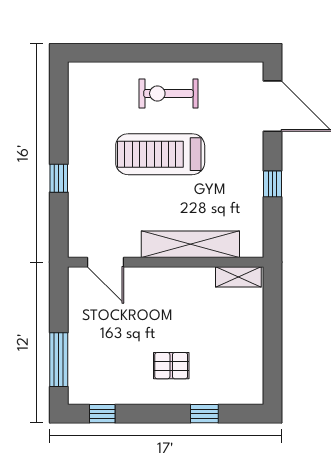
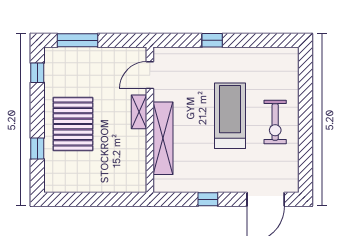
exercise bike: (168, 93) -> (275, 122), turned 180
shelving: (238, 277) -> (139, 112), moved
pallet: (171, 366) -> (73, 124), width x2.05, depth x2.00

